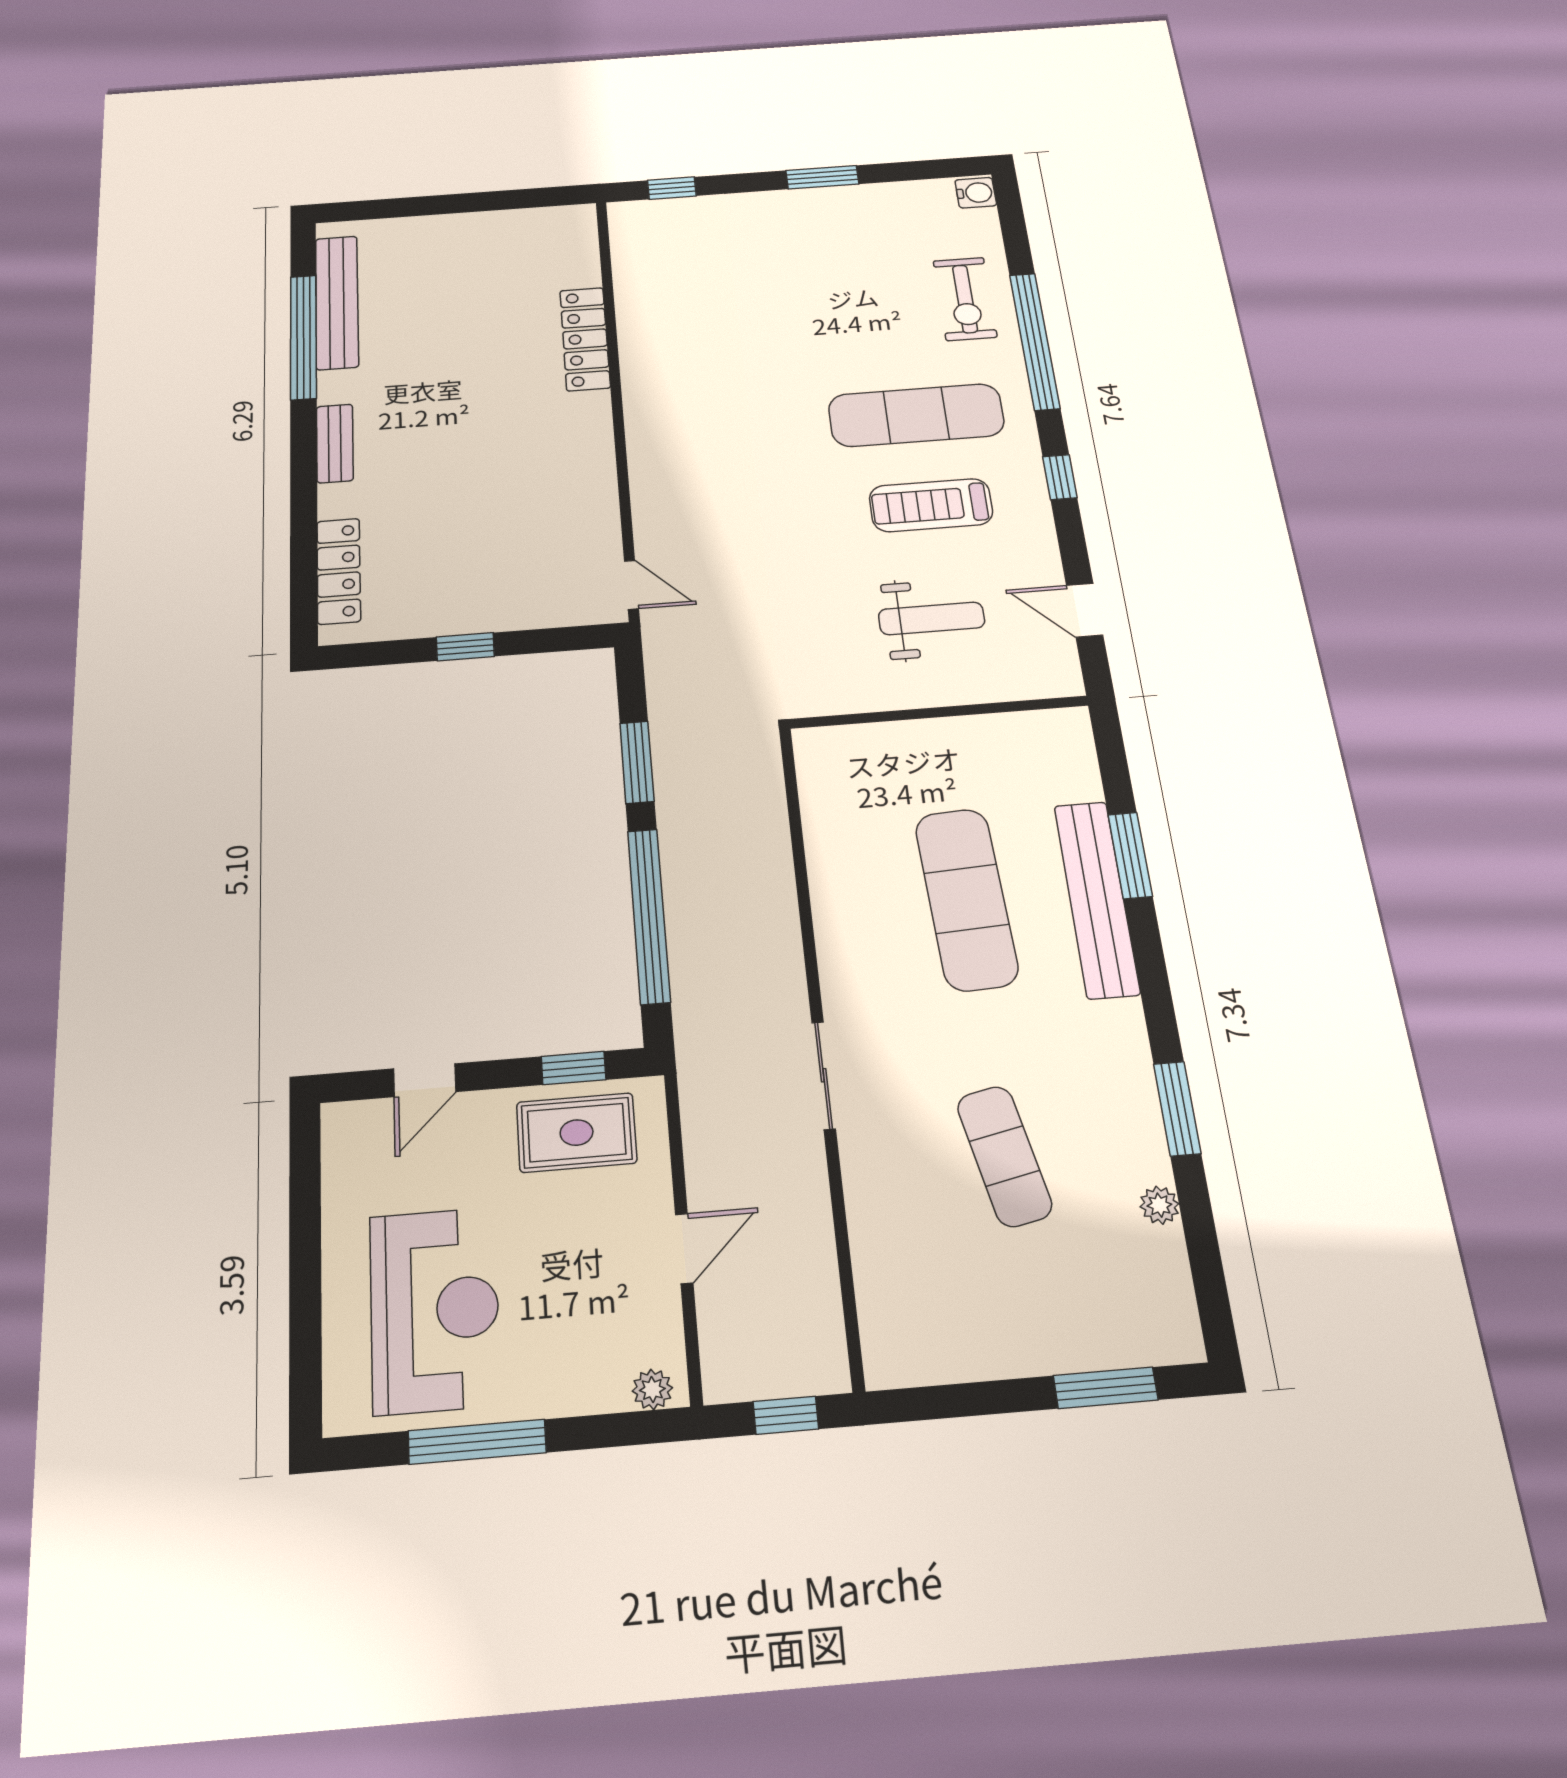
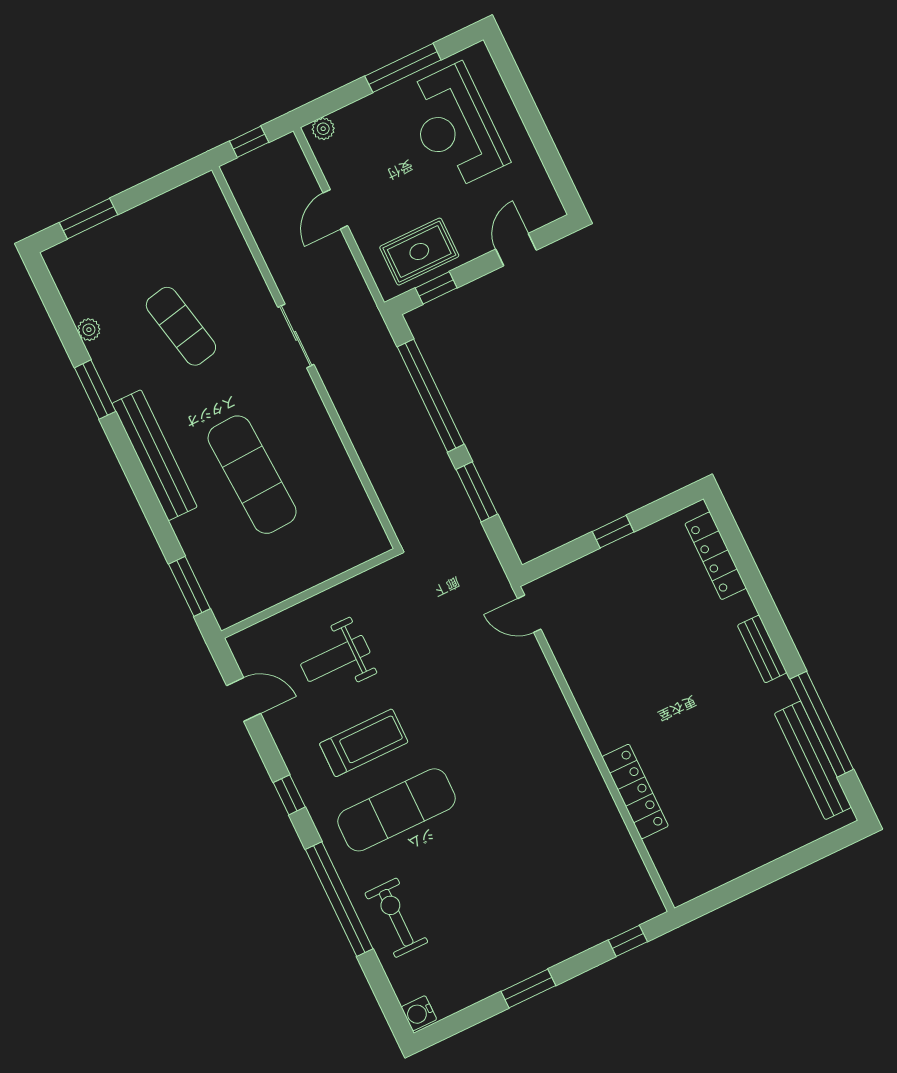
window: (1130, 855) -> (189, 586), moved
bench: (1097, 899) -> (155, 455), moved

